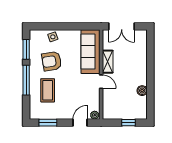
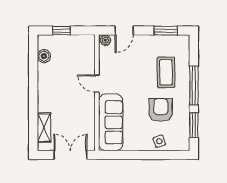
armchair: (52, 61) -> (161, 110), turned -81
shelving: (108, 62) -> (44, 128), moved
boiler: (142, 91) -> (44, 56), moved

